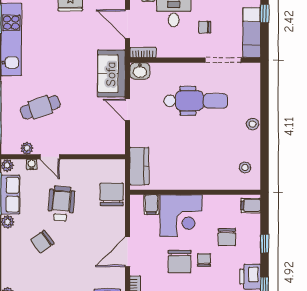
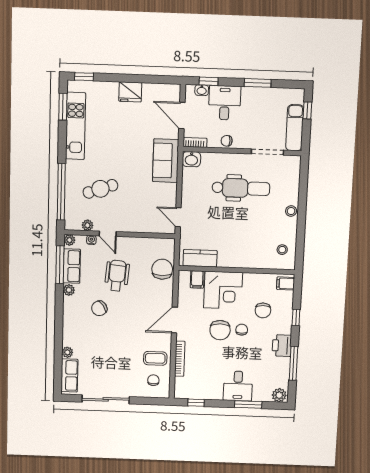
chair: (205, 27) -> (227, 141), moved
door: (128, 110) -> (178, 217), moved
kitchen counter: (139, 166) -> (200, 258), moved, turned -90

